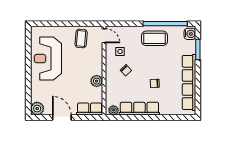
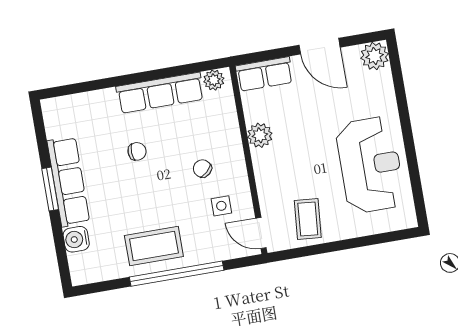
window: (165, 24) -> (177, 274), moved
water cooler: (190, 34) -> (76, 239), moved
window: (198, 50) -> (50, 189), moved
row of seats: (189, 82) -> (68, 182), width x0.73

